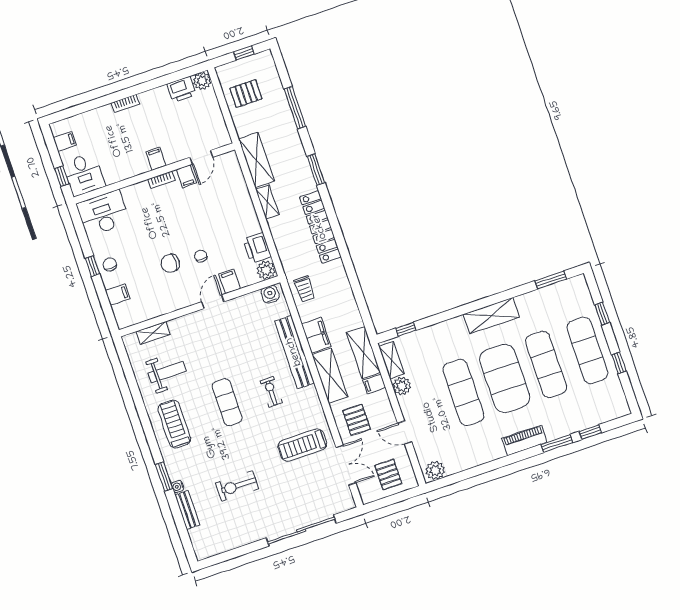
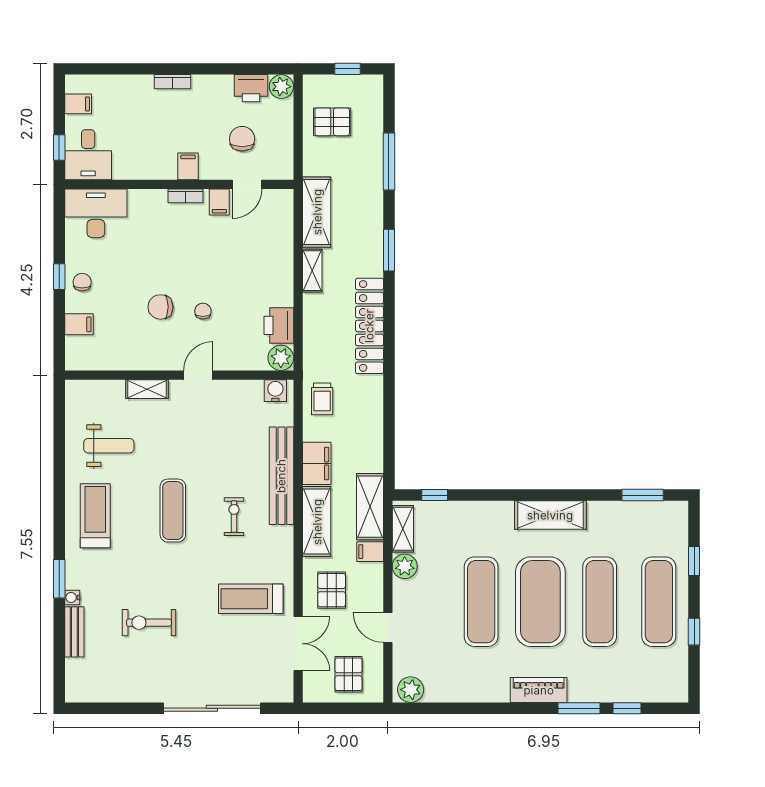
chair: (187, 127) -> (242, 139), added
filing cabinet: (229, 281) -> (229, 356), removed
shelving: (153, 333) -> (147, 389), moved

